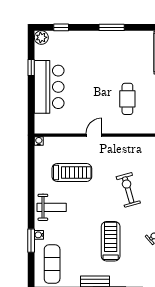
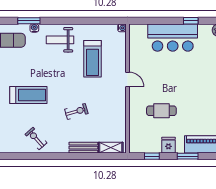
exercise bike: (128, 190) -> (76, 111), width x0.73, depth x0.72
weight bench: (52, 207) -> (60, 40), turned 90

